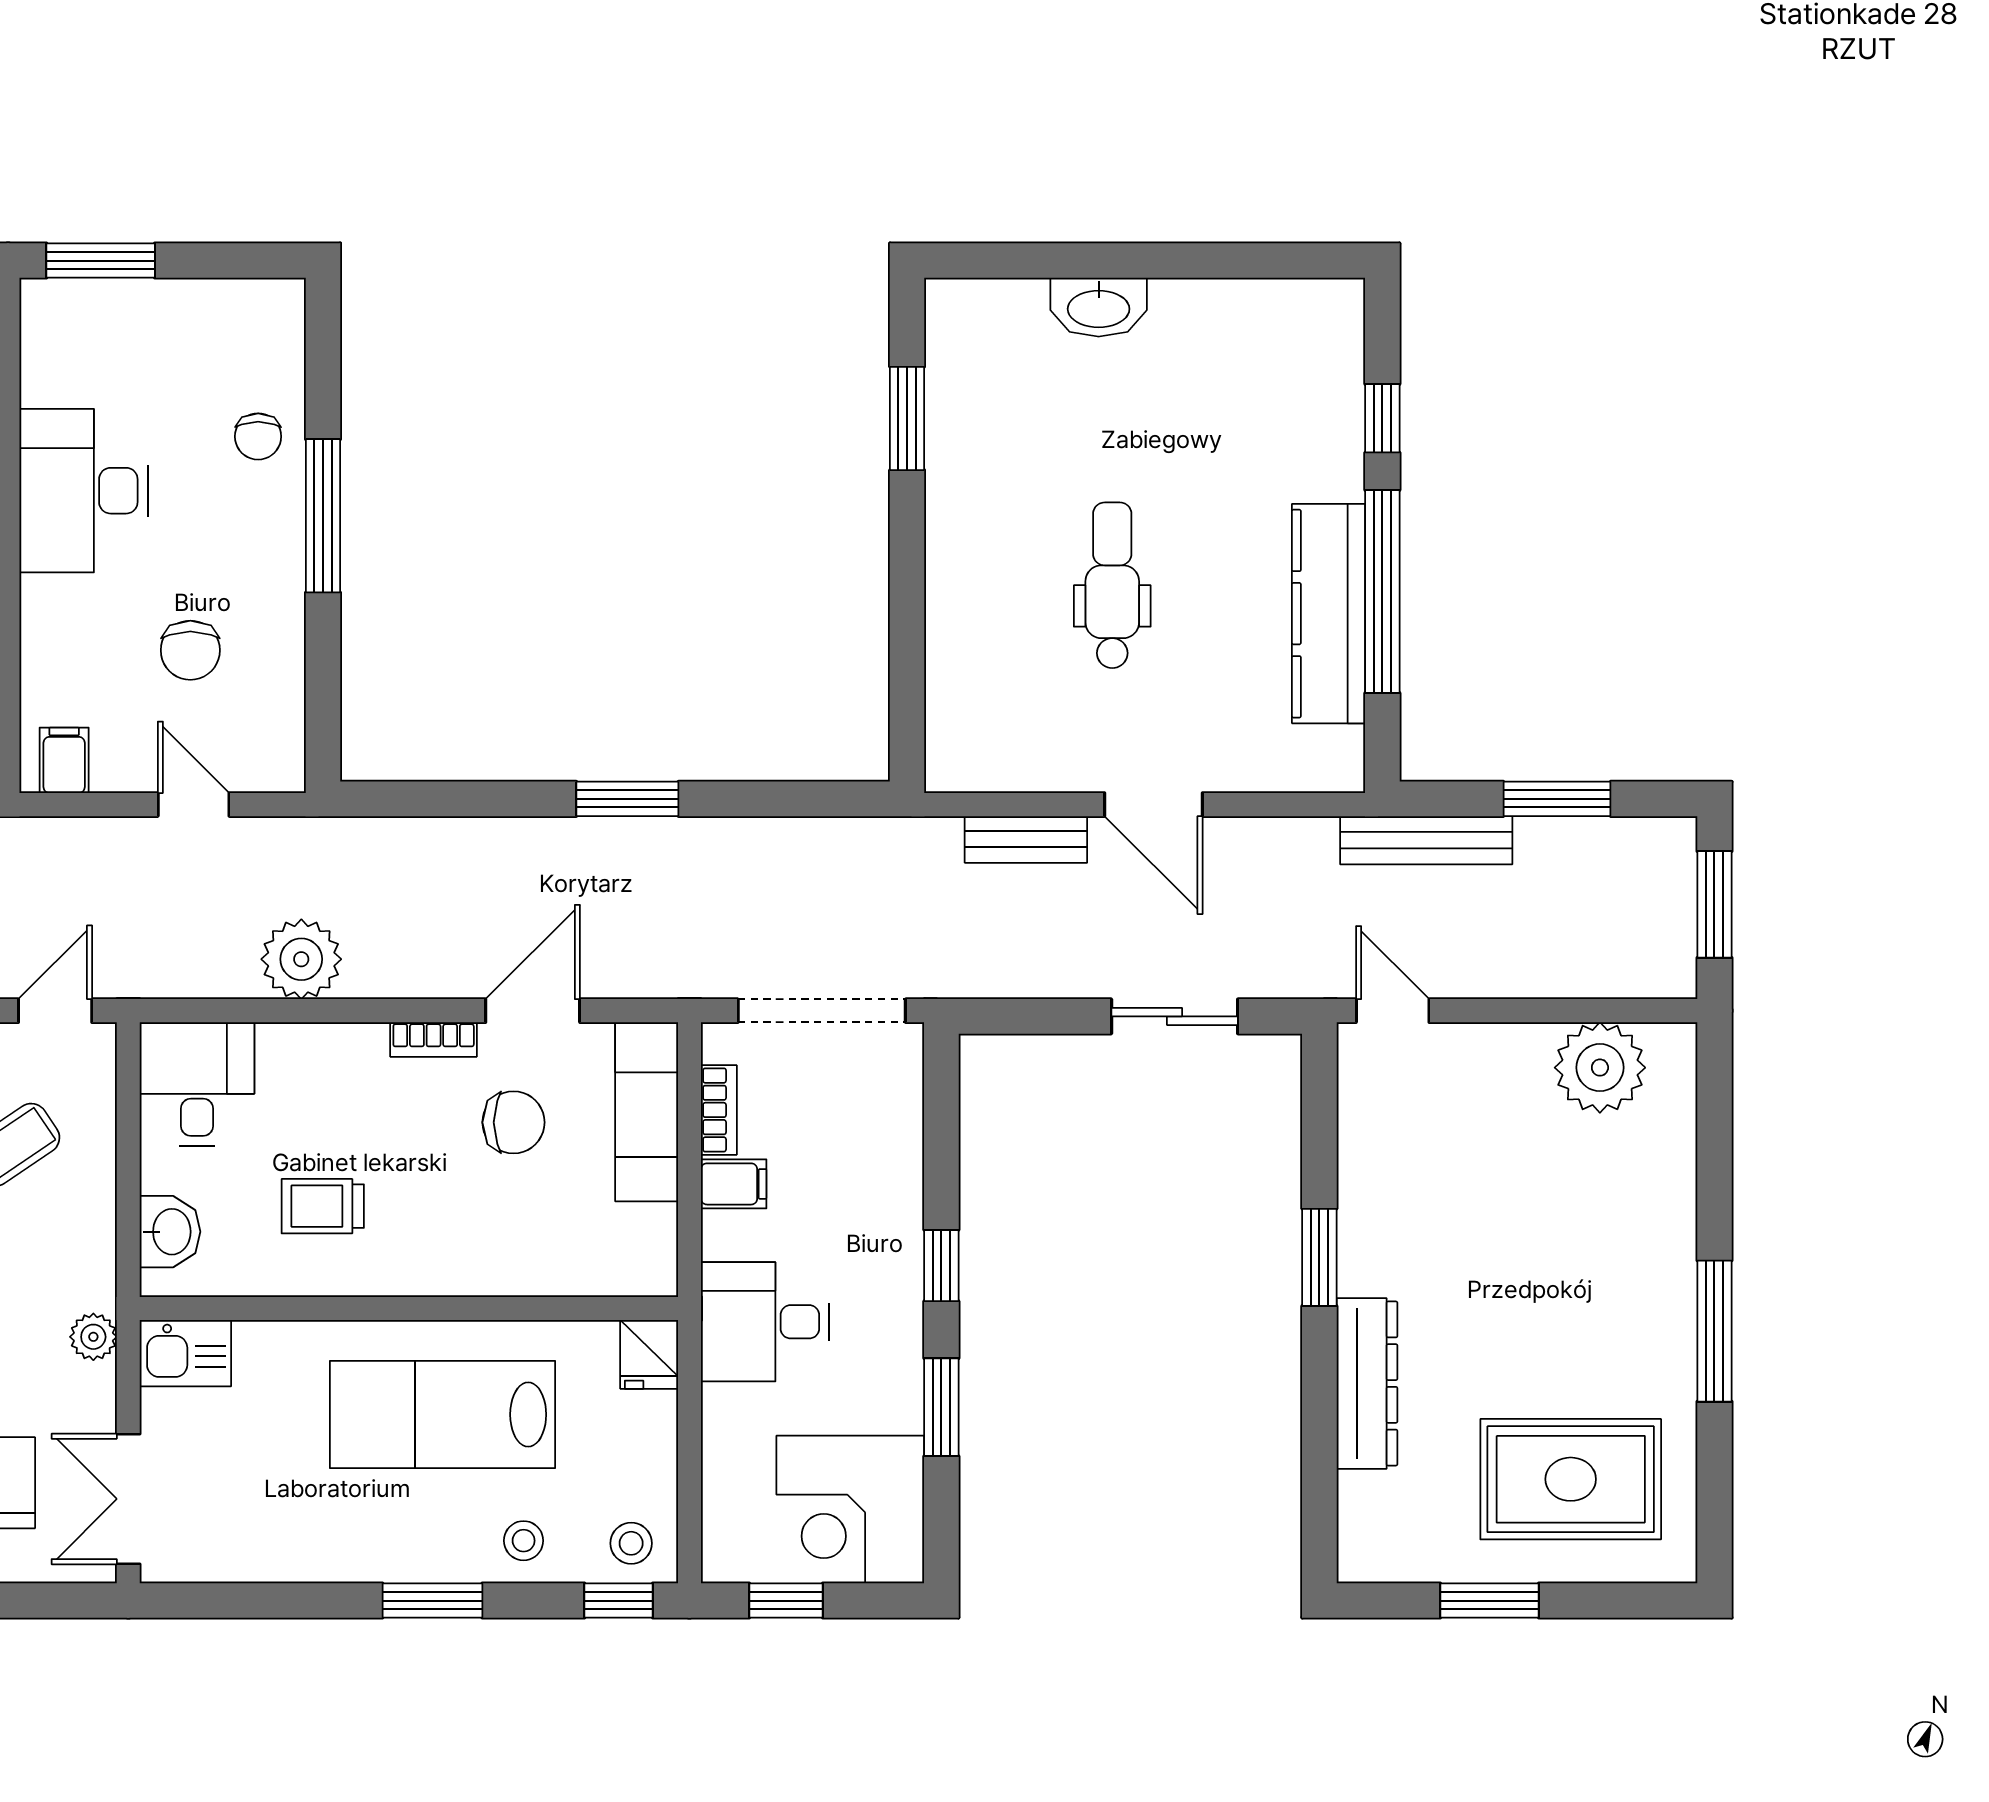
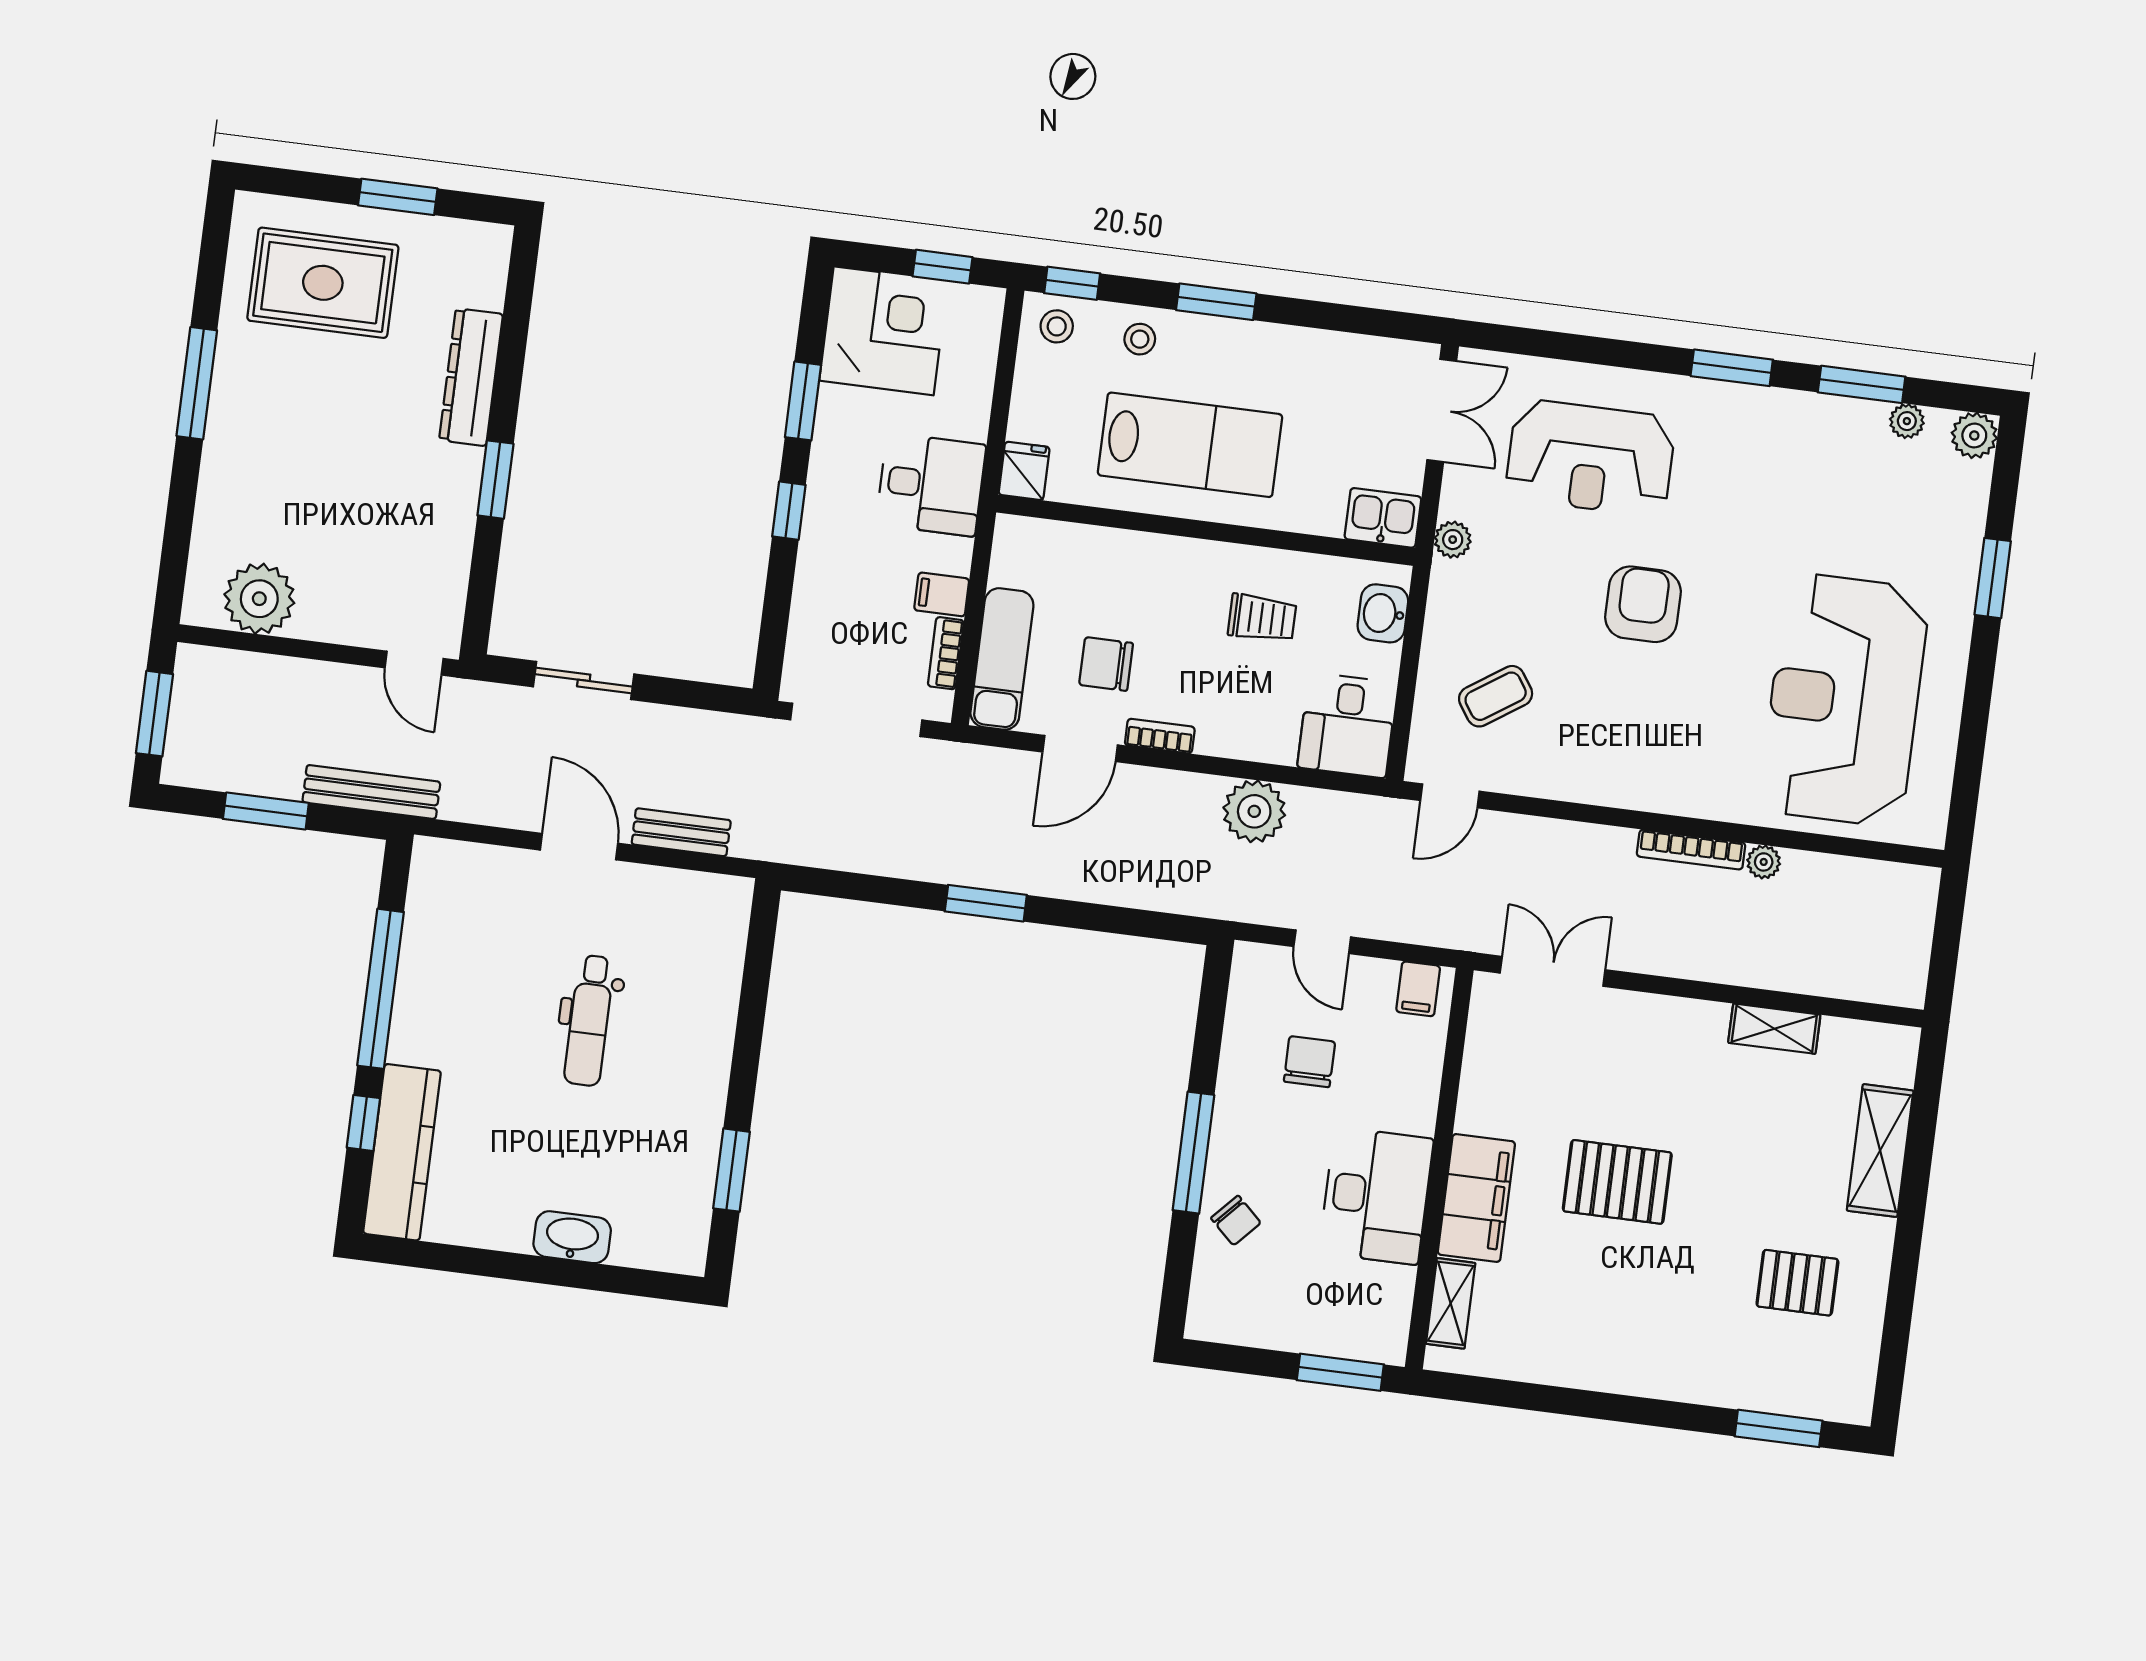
chair: (258, 436) -> (1236, 1220), turned 133
kitchen counter: (1329, 614) -> (402, 1152), moved

